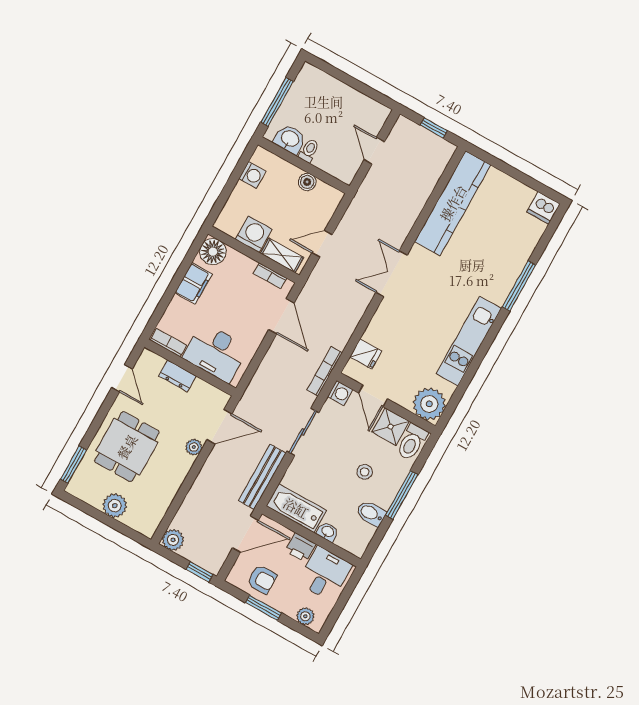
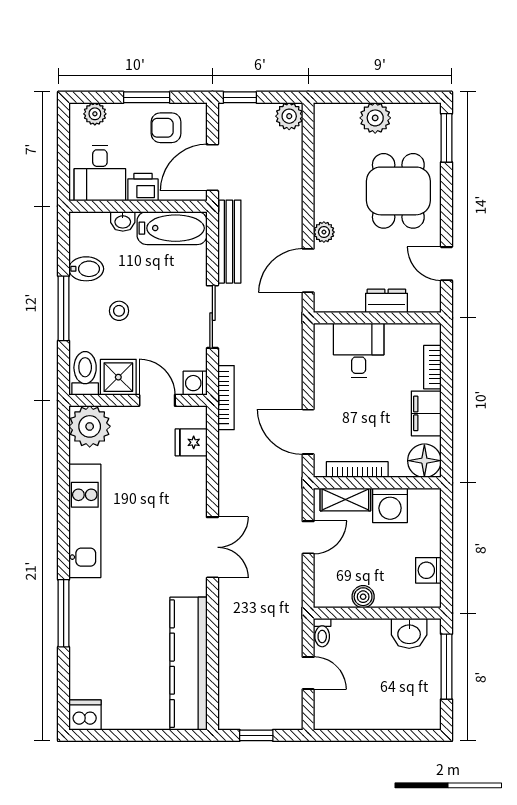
toilet: (309, 151) -> (322, 633), moved
bookcase: (270, 276) -> (357, 470), width x1.56
bookcase: (168, 343) -> (432, 367), moved, turned 90
desk: (216, 353) -> (359, 350), width x0.73

